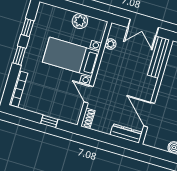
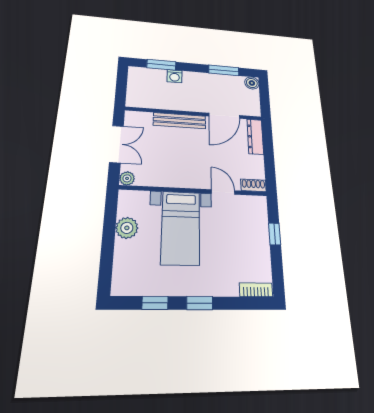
plant: (111, 44) -> (127, 178), moved
bench: (158, 57) -> (180, 121), moved
bookcase: (18, 89) -> (256, 290), width x0.64
door: (89, 94) -> (223, 192), swing flipped

